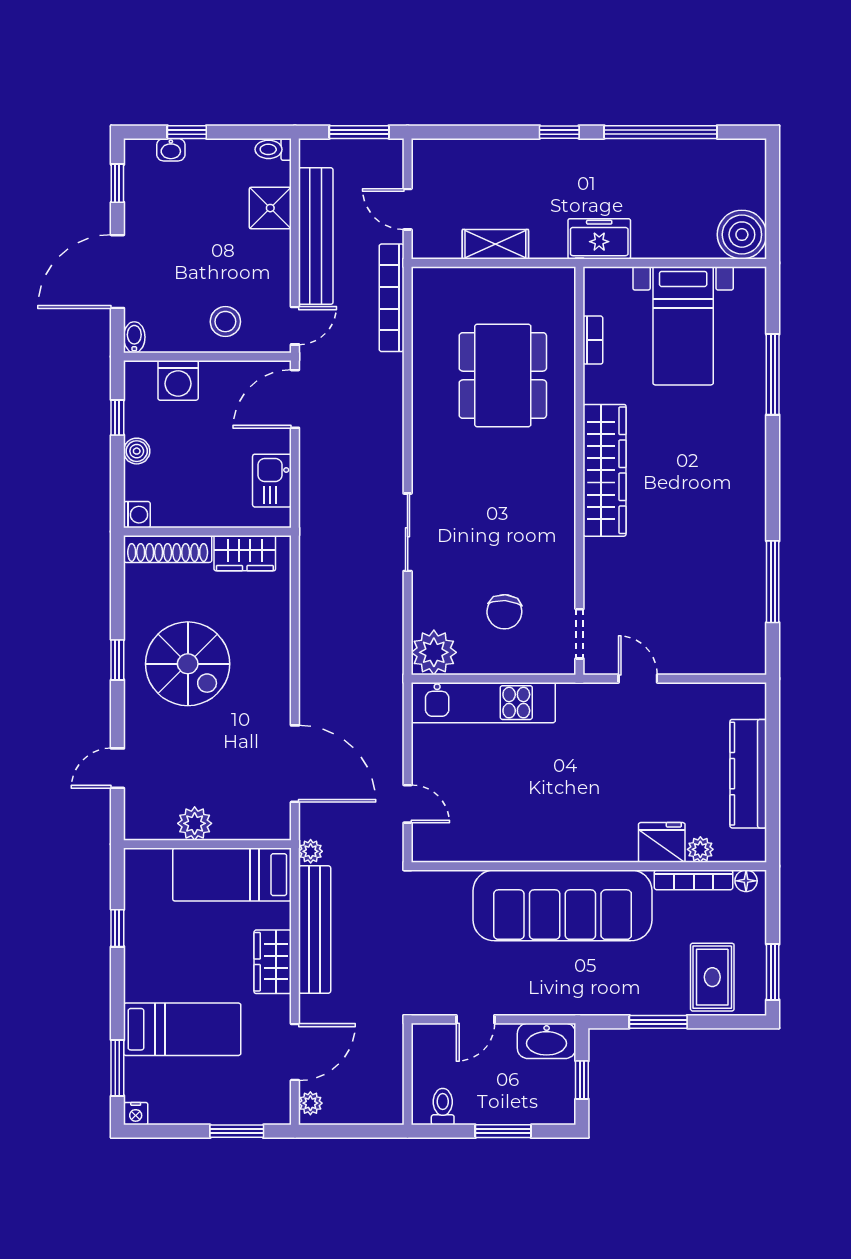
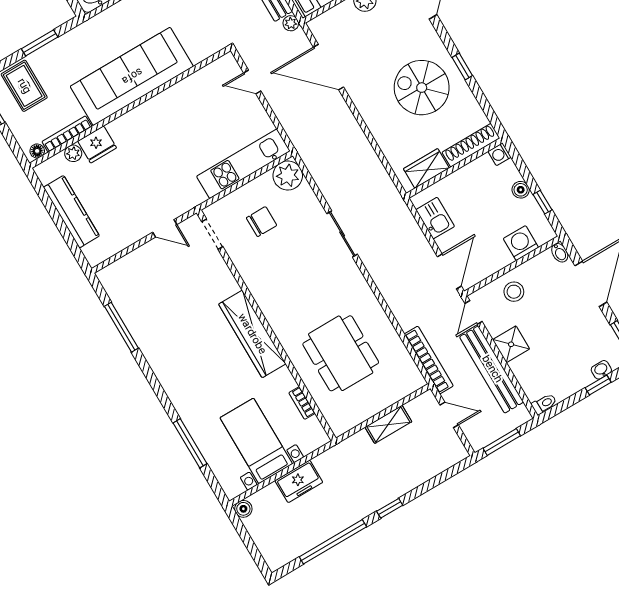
shower: (270, 208) -> (511, 344), moved
boiler: (742, 235) -> (243, 509), width x0.54, depth x0.54
freezer: (599, 239) -> (299, 481), moved
chair: (504, 612) -> (262, 222), turned 86

